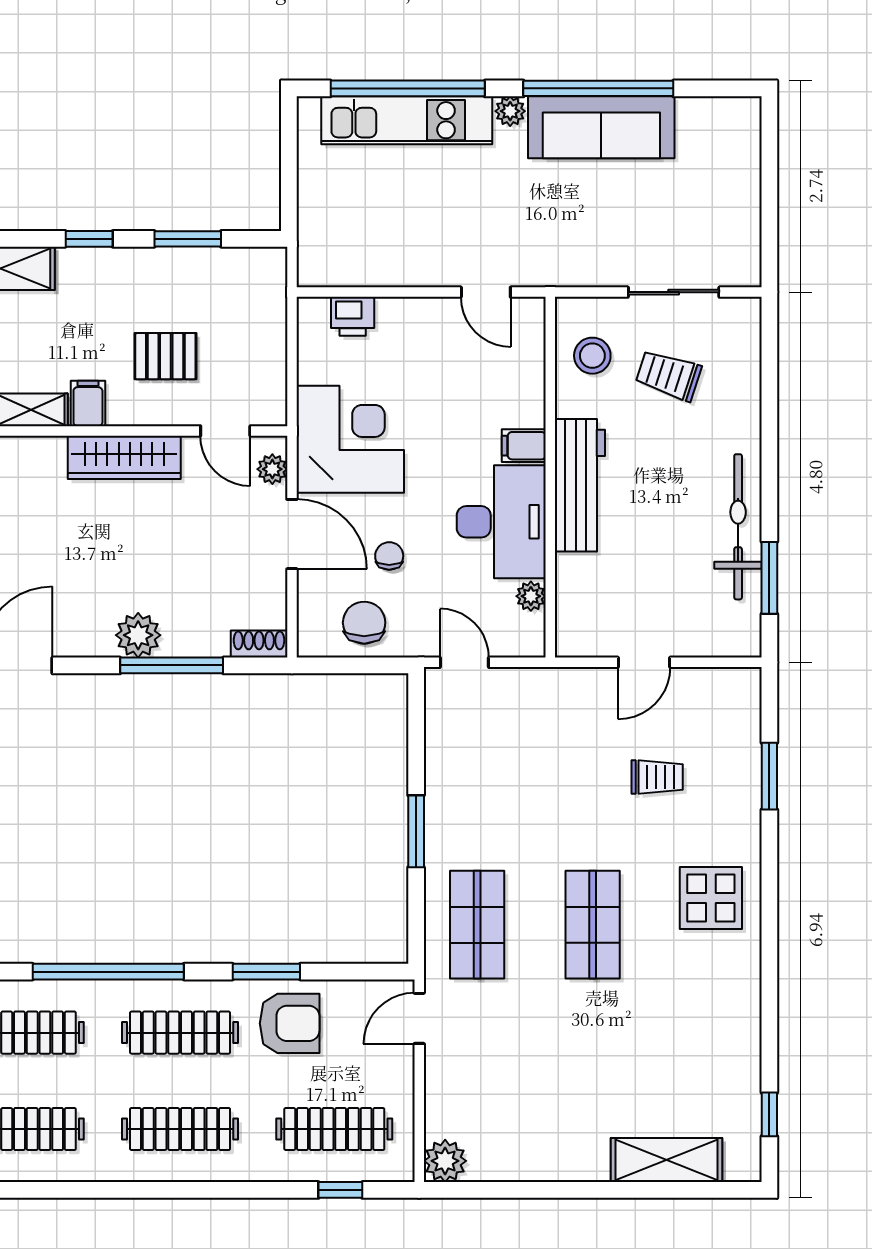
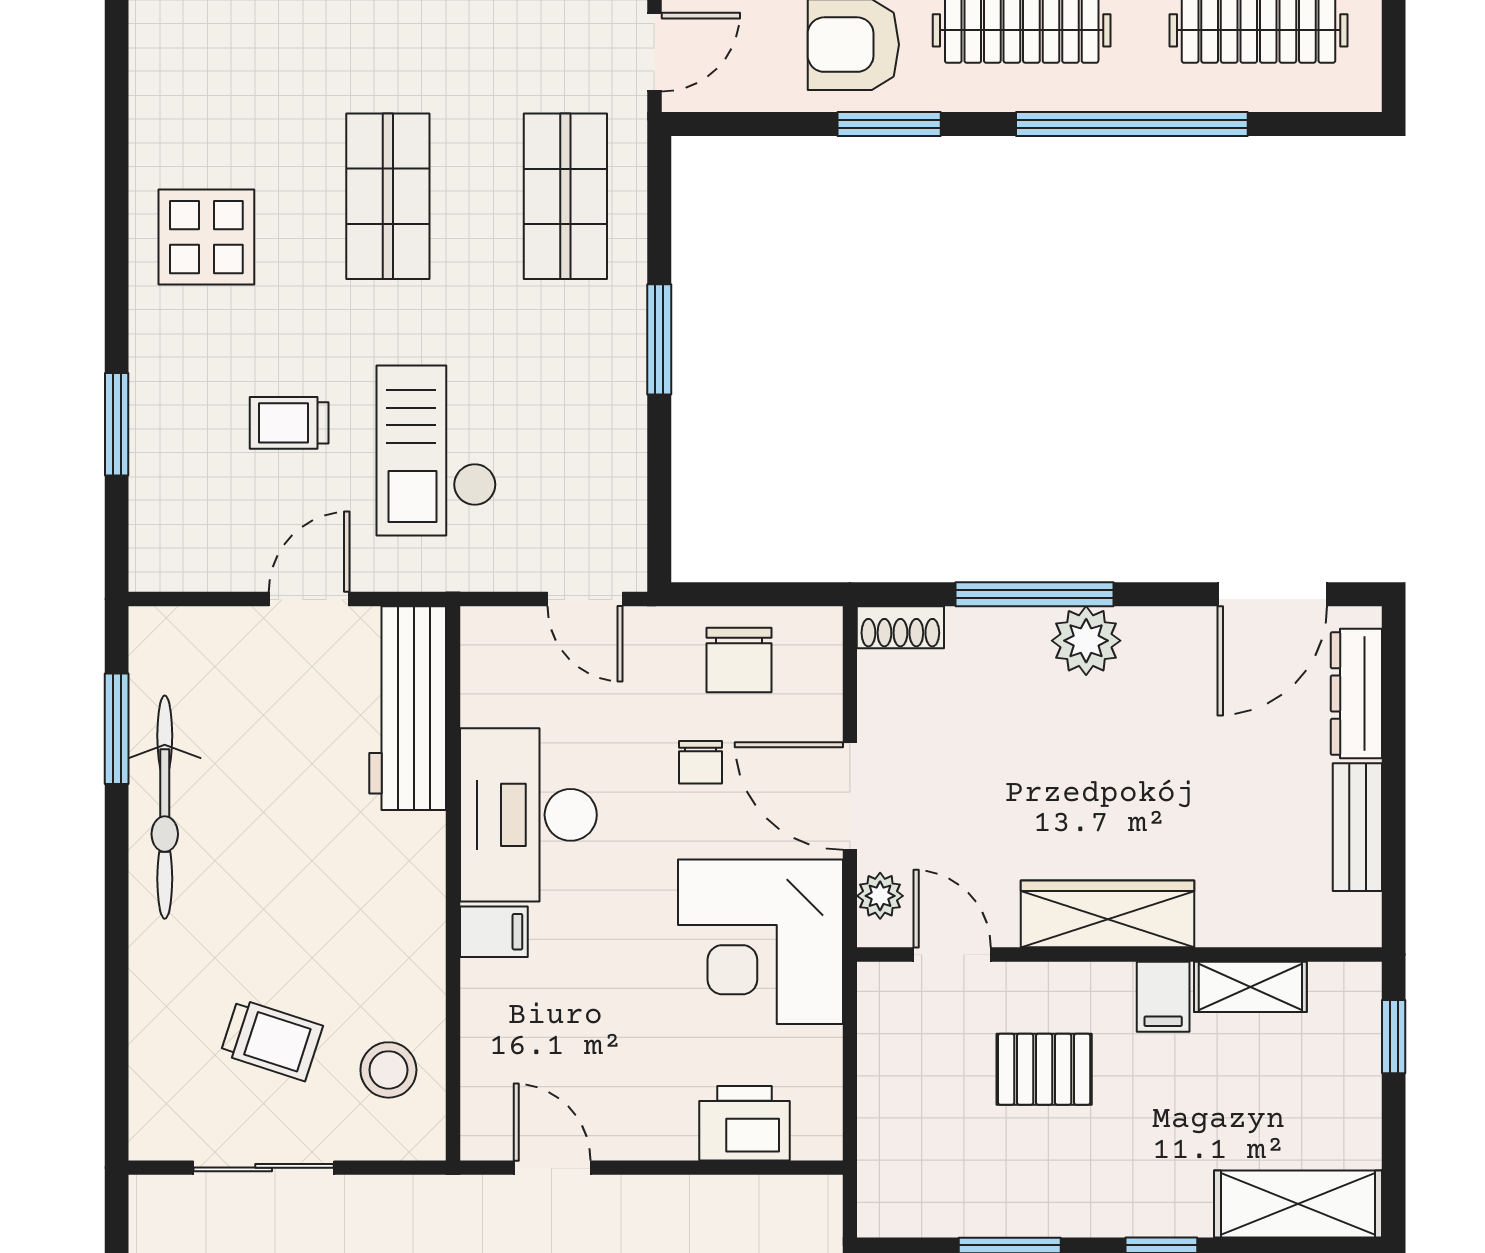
printer: (353, 316) -> (745, 1123), width x1.36, depth x1.24
workbench: (580, 485) -> (408, 708), moved
plant: (531, 596) -> (483, 701), removed
checkout: (561, 759) -> (436, 451), added

